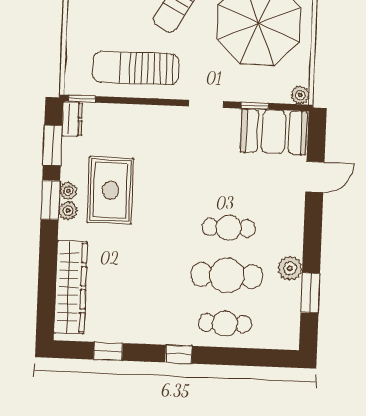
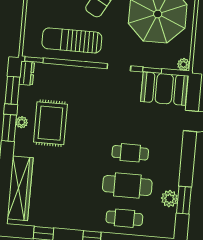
plant: (68, 211) -> (21, 136), removed
plant: (290, 268) -> (169, 199), moved

